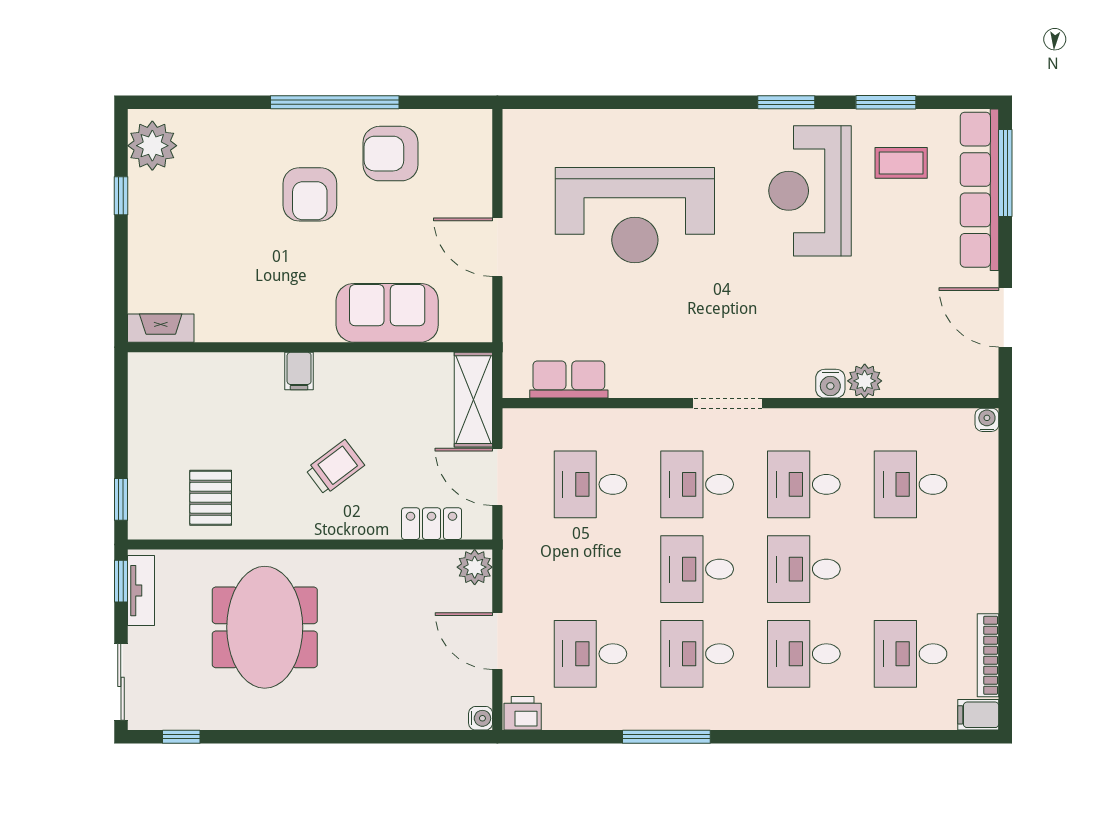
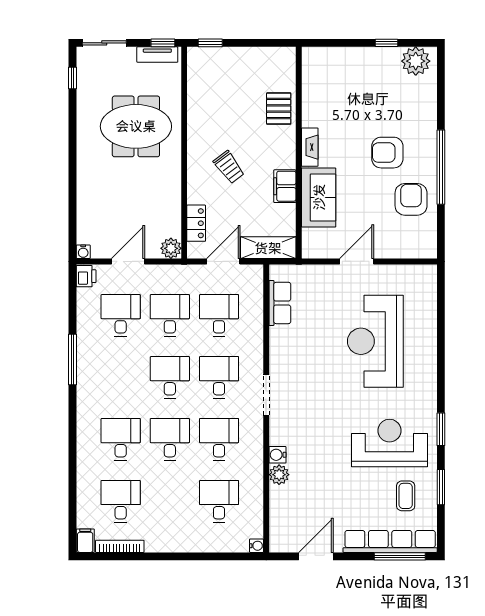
fireplace: (161, 328) -> (310, 147), moved
filing cabinet: (299, 371) -> (285, 186), moved, width x2.00
pallet: (211, 498) -> (279, 109), moved, turned 90
desk: (697, 654) -> (170, 315), moved

